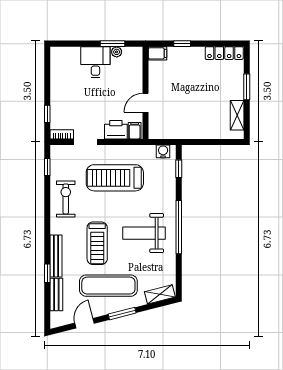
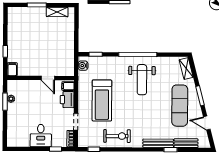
locker: (224, 53) -> (12, 21), removed
desk: (95, 62) -> (41, 136), moved, turned -90
exercise bike: (66, 199) -> (117, 136), turned 180
treadmill: (97, 243) -> (149, 114), removed

